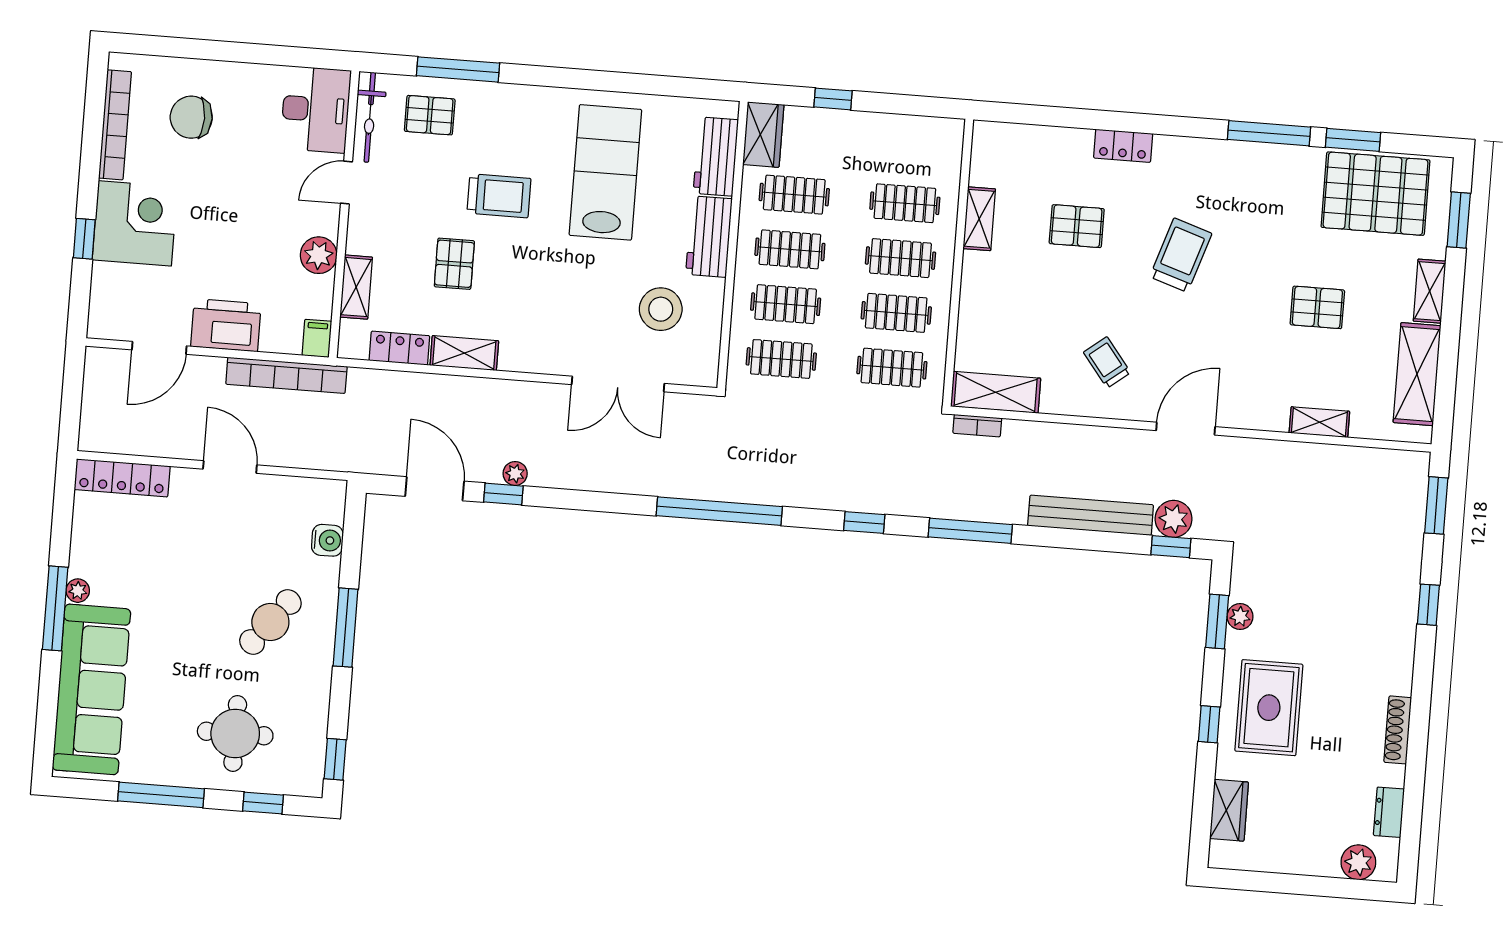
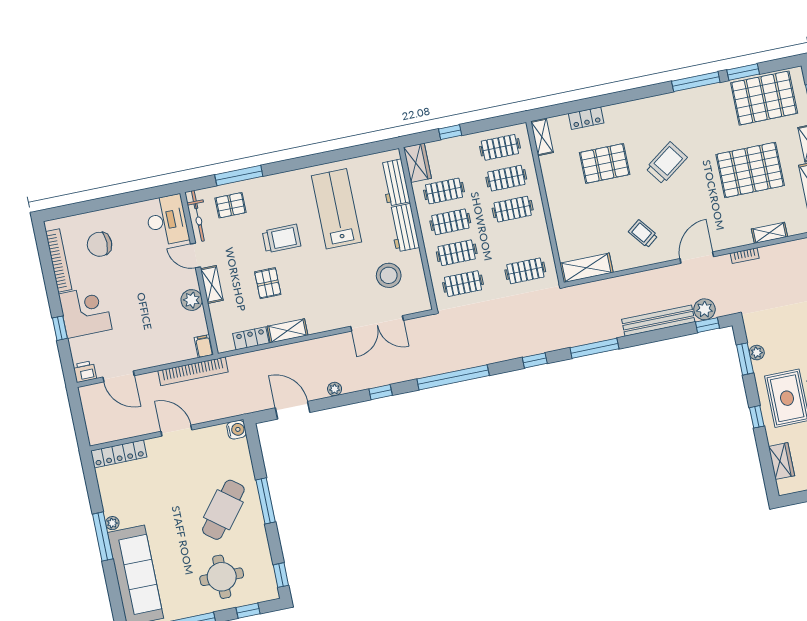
locker: (1123, 146) -> (586, 118), moved
door: (347, 183) -> (195, 256), hinge flipped
shelving: (979, 219) -> (542, 137), moved
pallet: (1077, 226) -> (605, 163), width x1.50, depth x1.42
trolley: (1181, 255) -> (667, 163), turned 36
shelving: (356, 287) -> (212, 285), moved
pallet: (1317, 307) -> (750, 170), width x2.05, depth x2.00
clothes rail: (896, 313) -> (500, 147), moved
printer: (226, 325) -> (85, 372), moved, width x0.53, depth x0.68
door: (159, 348) -> (119, 376), hinge flipped
bookcase: (977, 426) -> (745, 256), moved
window: (503, 494) -> (381, 392), moved
water cooler: (327, 540) -> (236, 430), moved
cafe table: (270, 622) -> (223, 510), width x1.37, depth x1.35

